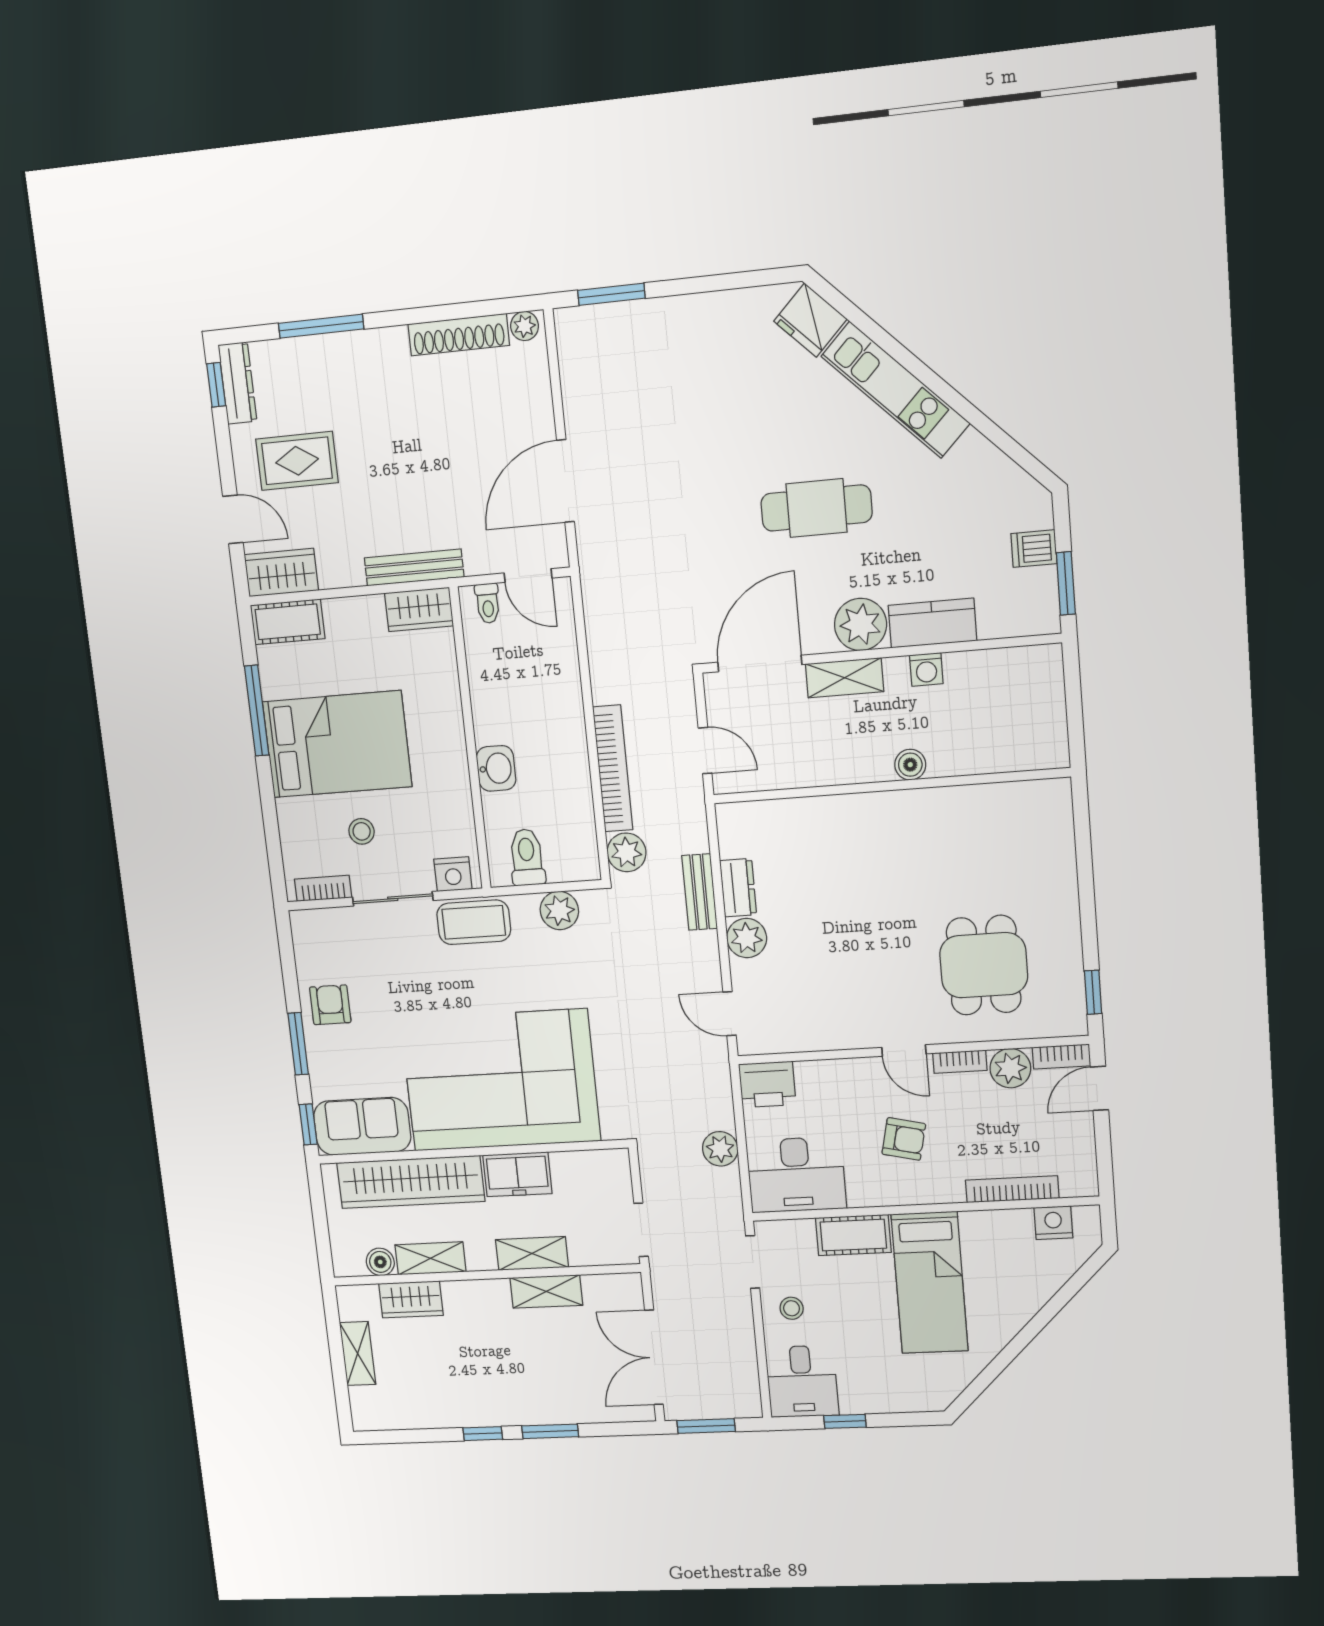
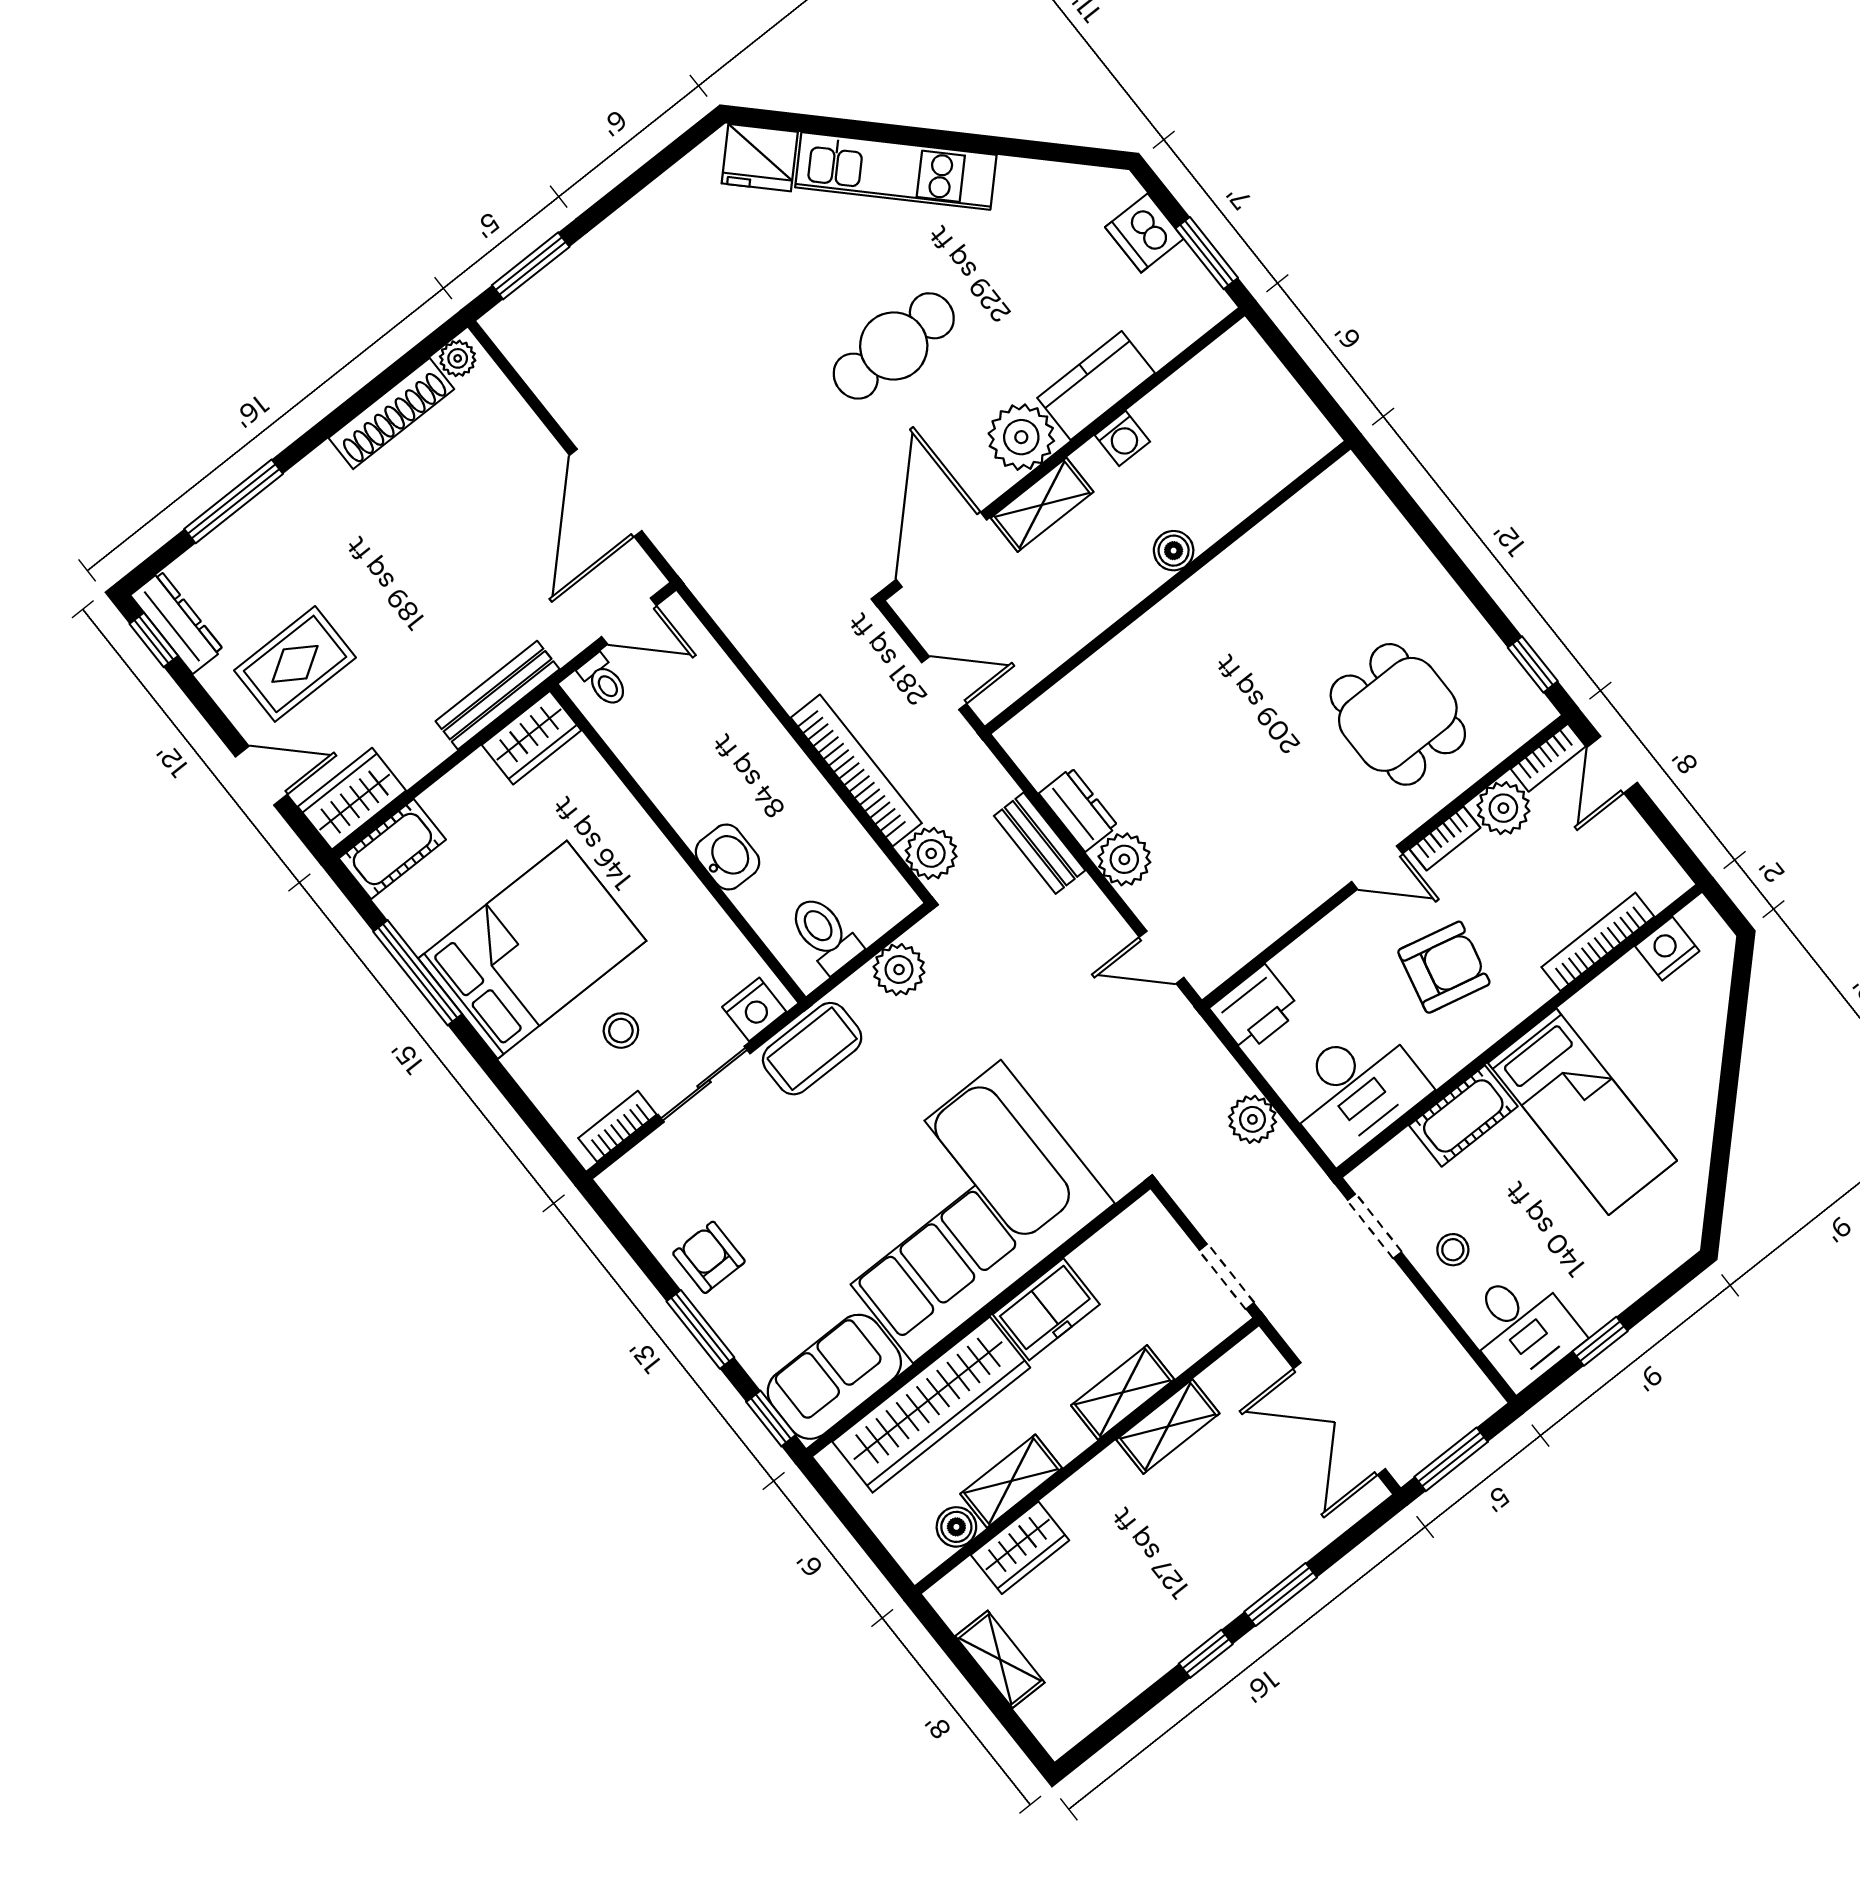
dishwasher: (1034, 549) -> (1144, 233), width x1.38
armchair: (904, 1139) -> (1444, 967), width x1.38, depth x1.38

